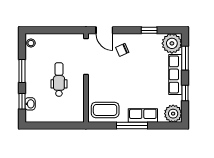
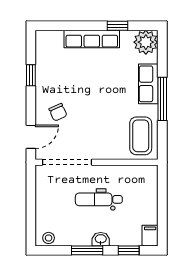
plant: (172, 43) -> (49, 44), removed
window: (185, 58) -> (69, 26), removed
washbasin: (30, 104) -> (101, 239), moved
filing cabinet: (33, 117) -> (150, 236), added

